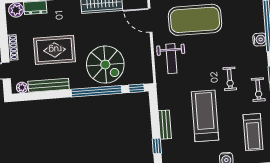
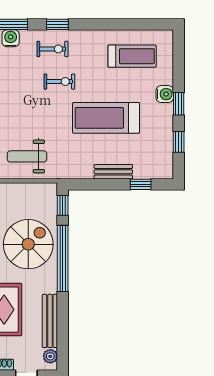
weight bench: (171, 59) -> (27, 156), turned 180
exercise bike: (258, 90) -> (52, 49), moved

